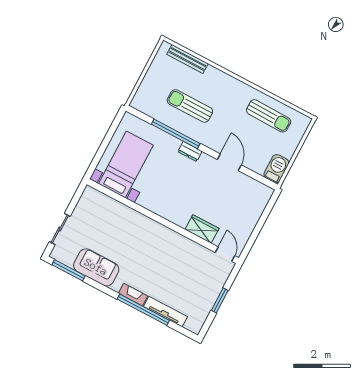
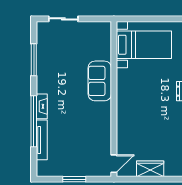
wardrobe: (202, 229) -> (150, 169), moved, turned -90
sofa: (96, 267) -> (100, 81), moved, turned 180
window: (69, 270) -> (34, 60), moved

